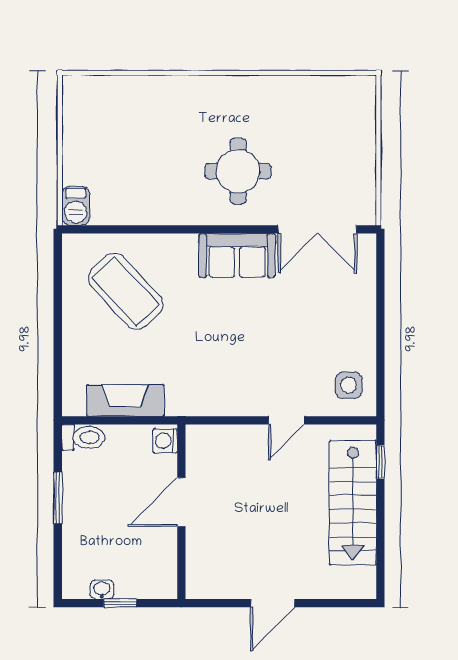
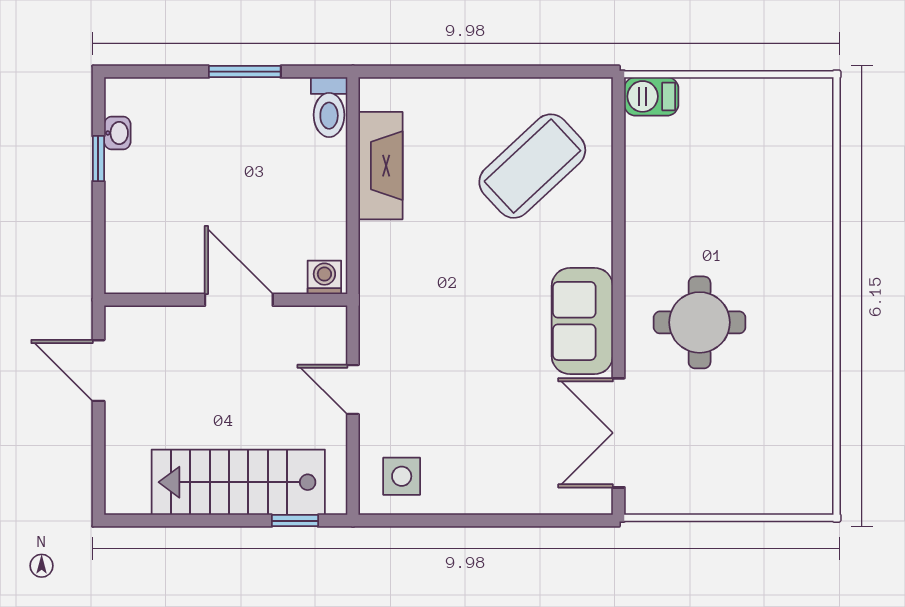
washing machine: (165, 441) -> (324, 277), moved
door: (181, 502) -> (239, 300), moved
wall: (181, 512) -> (226, 300), moved

